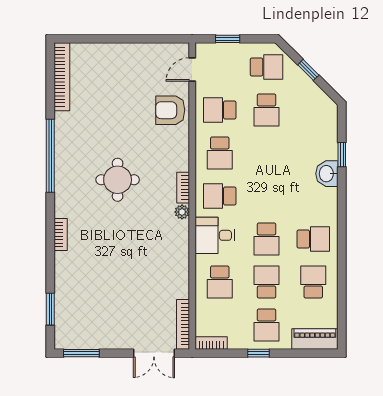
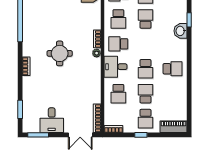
round table: (118, 180) -> (60, 53), moved
school desk: (313, 282) -> (145, 19), moved
desk: (105, 328) -> (52, 120), added

